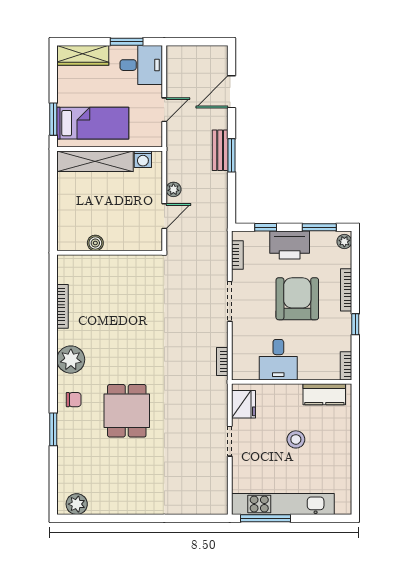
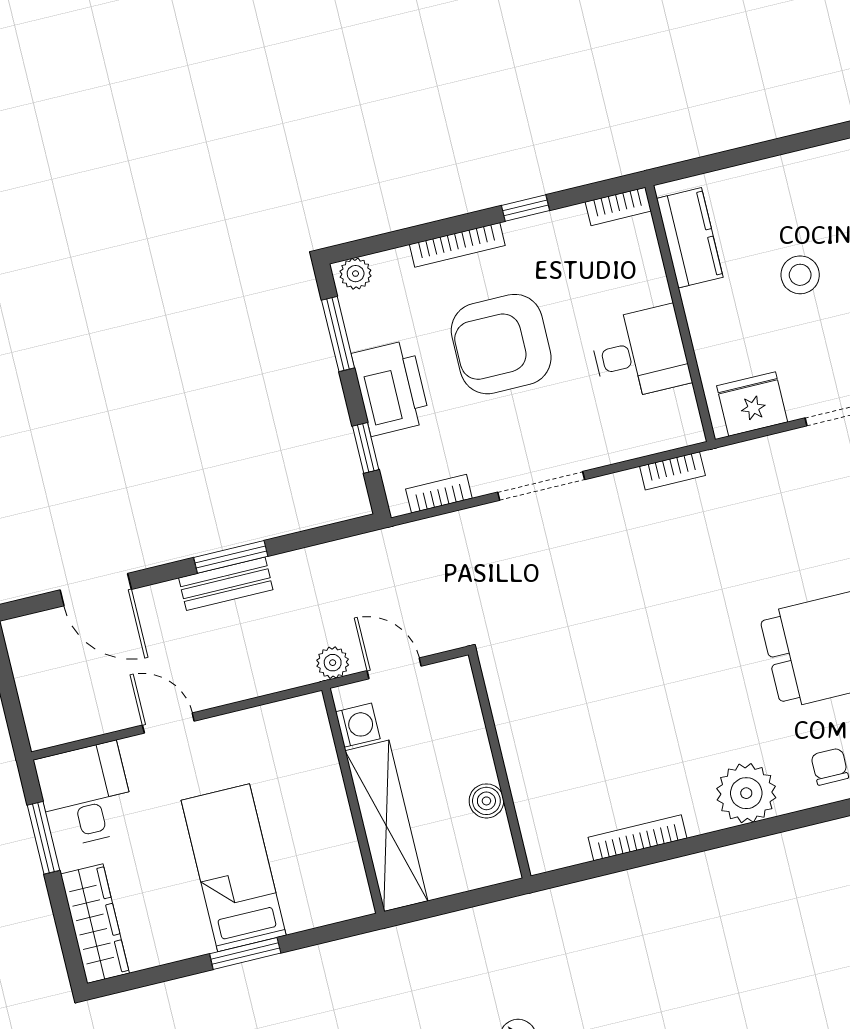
wall: (110, 149) -> (353, 801), moved
washing machine: (143, 159) -> (358, 725), moved
shelving: (95, 161) -> (386, 826), moved

